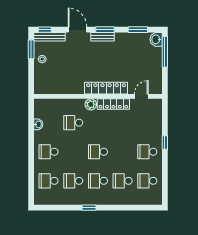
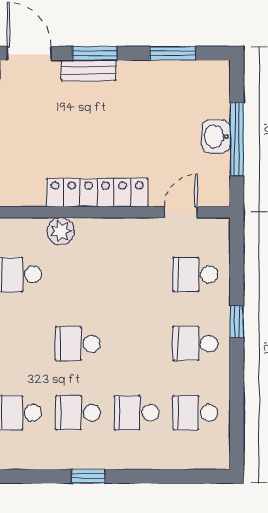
washbasin: (156, 39) -> (216, 136), moved
window: (165, 52) -> (237, 139), moved
locker: (113, 104) -> (115, 230), removed
school desk: (147, 123) -> (195, 274), added
window: (89, 208) -> (88, 476), moved

